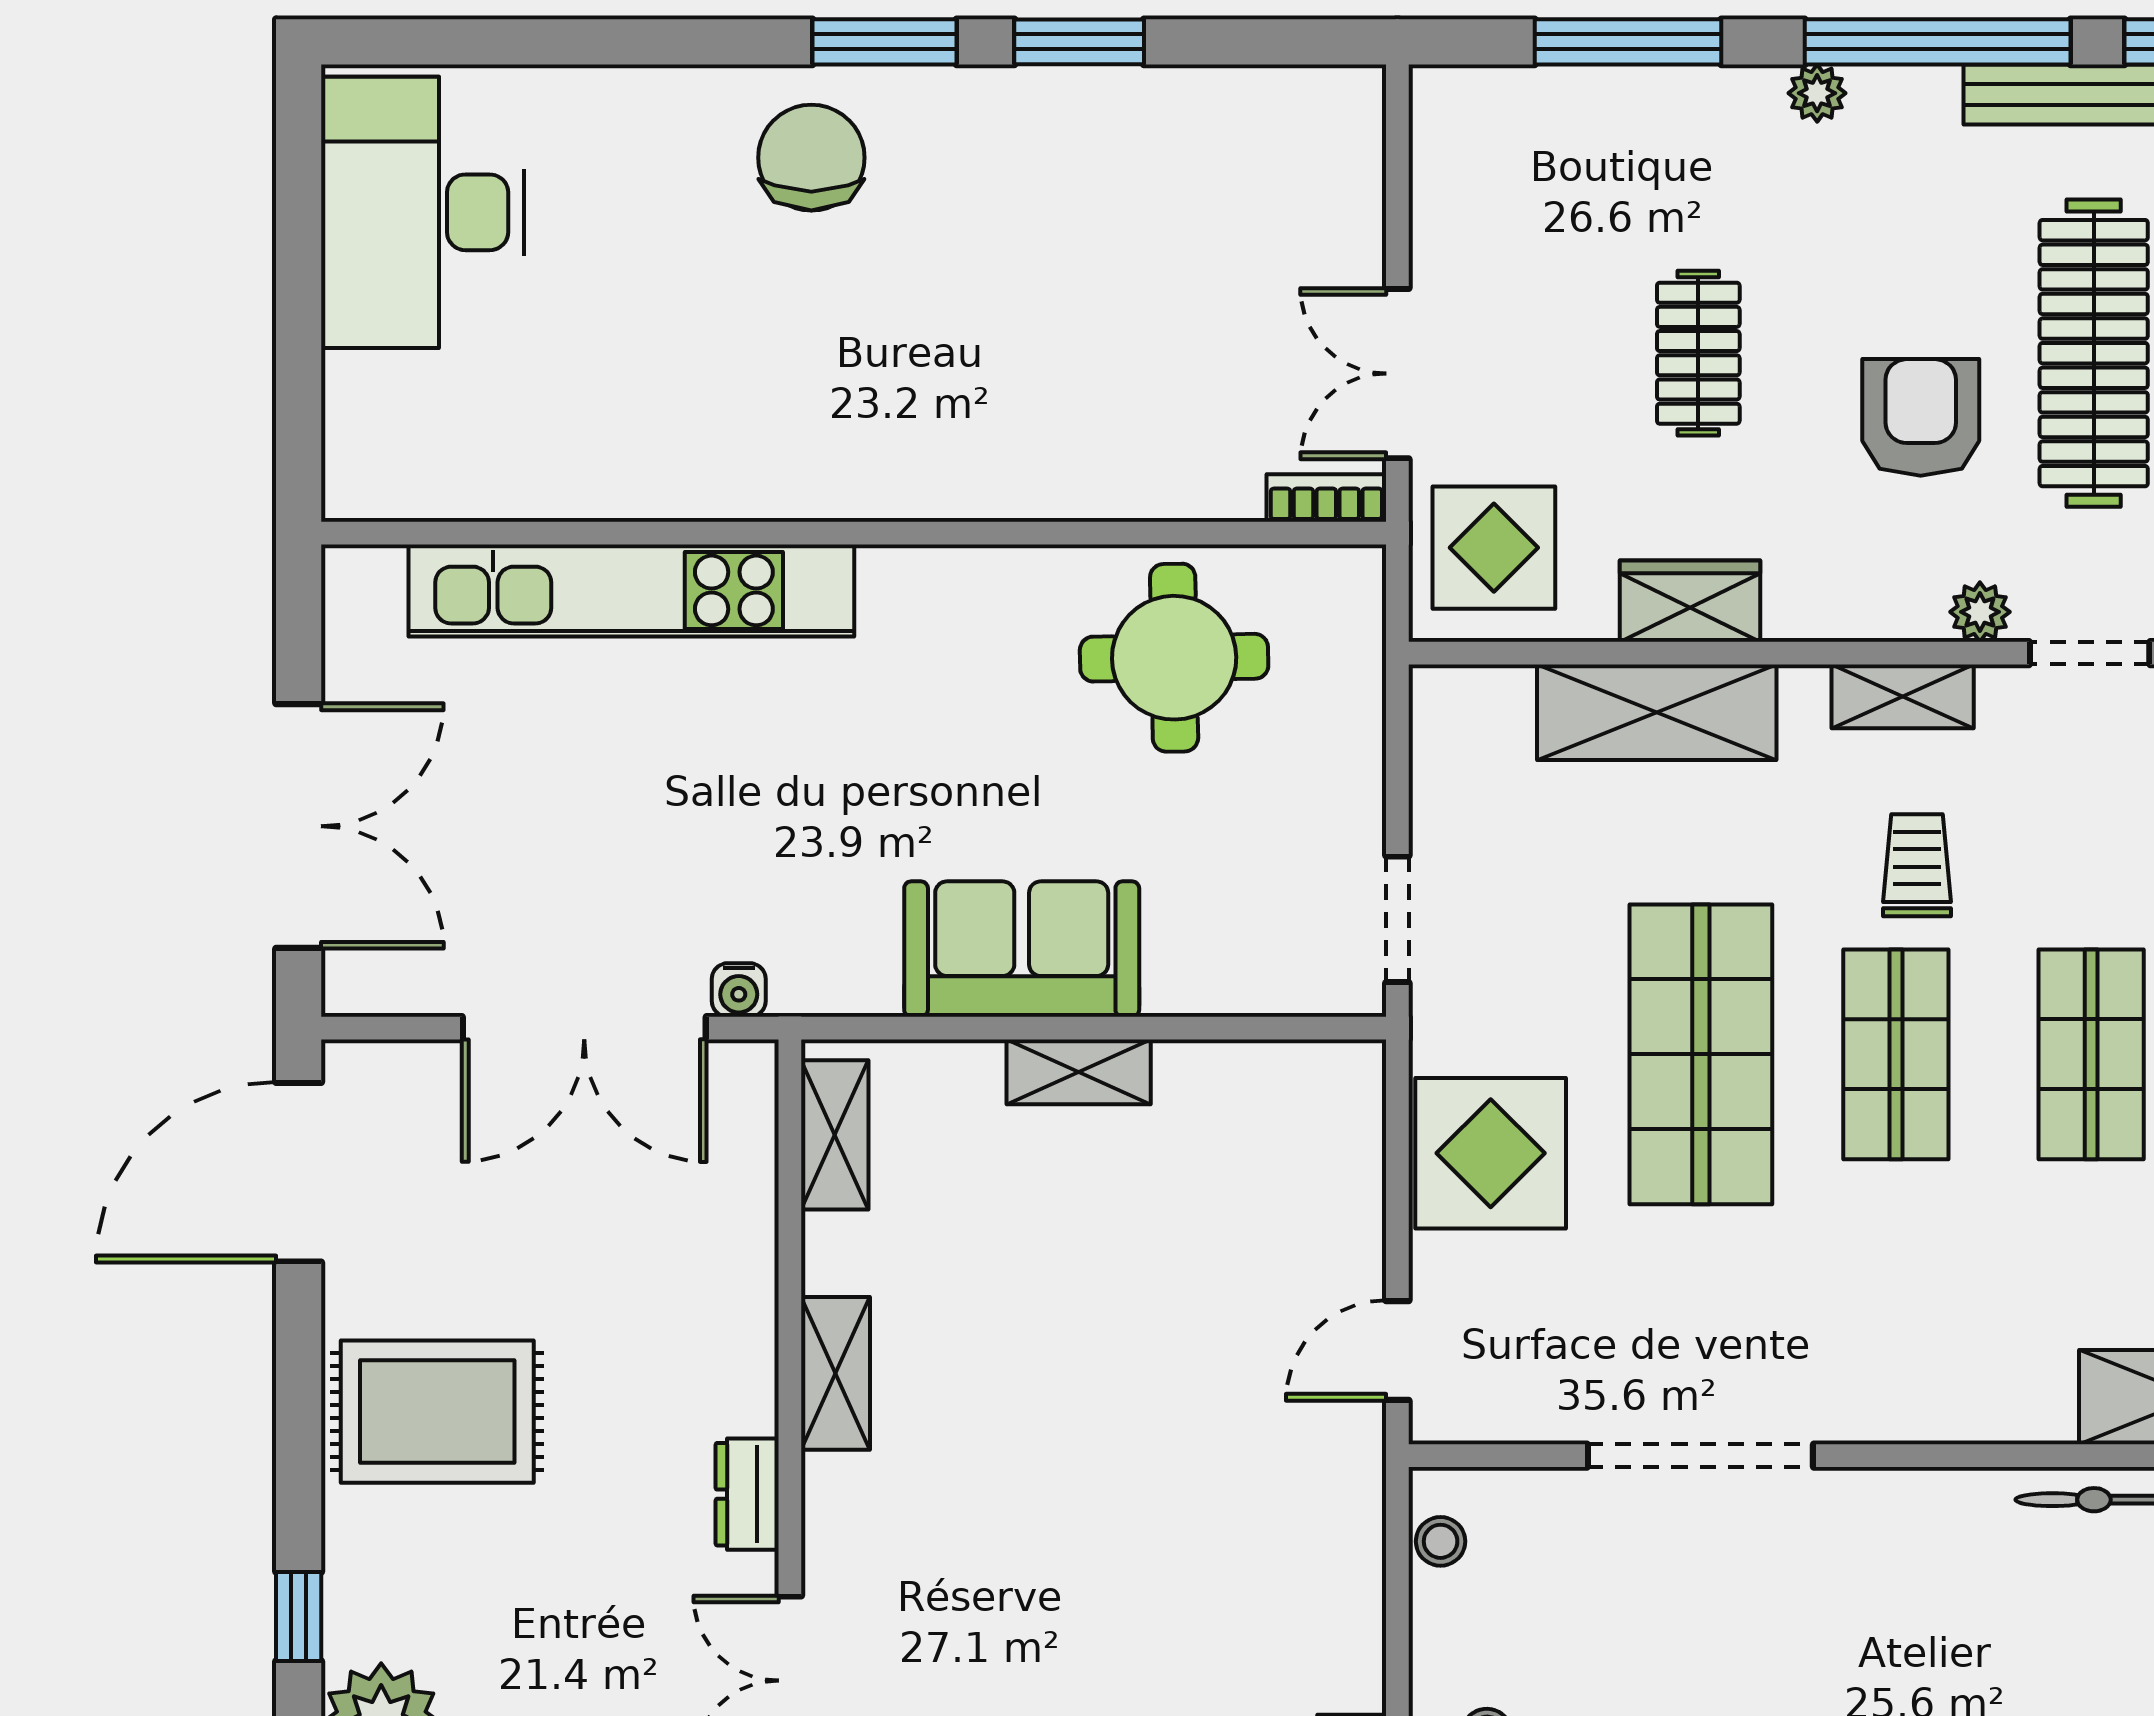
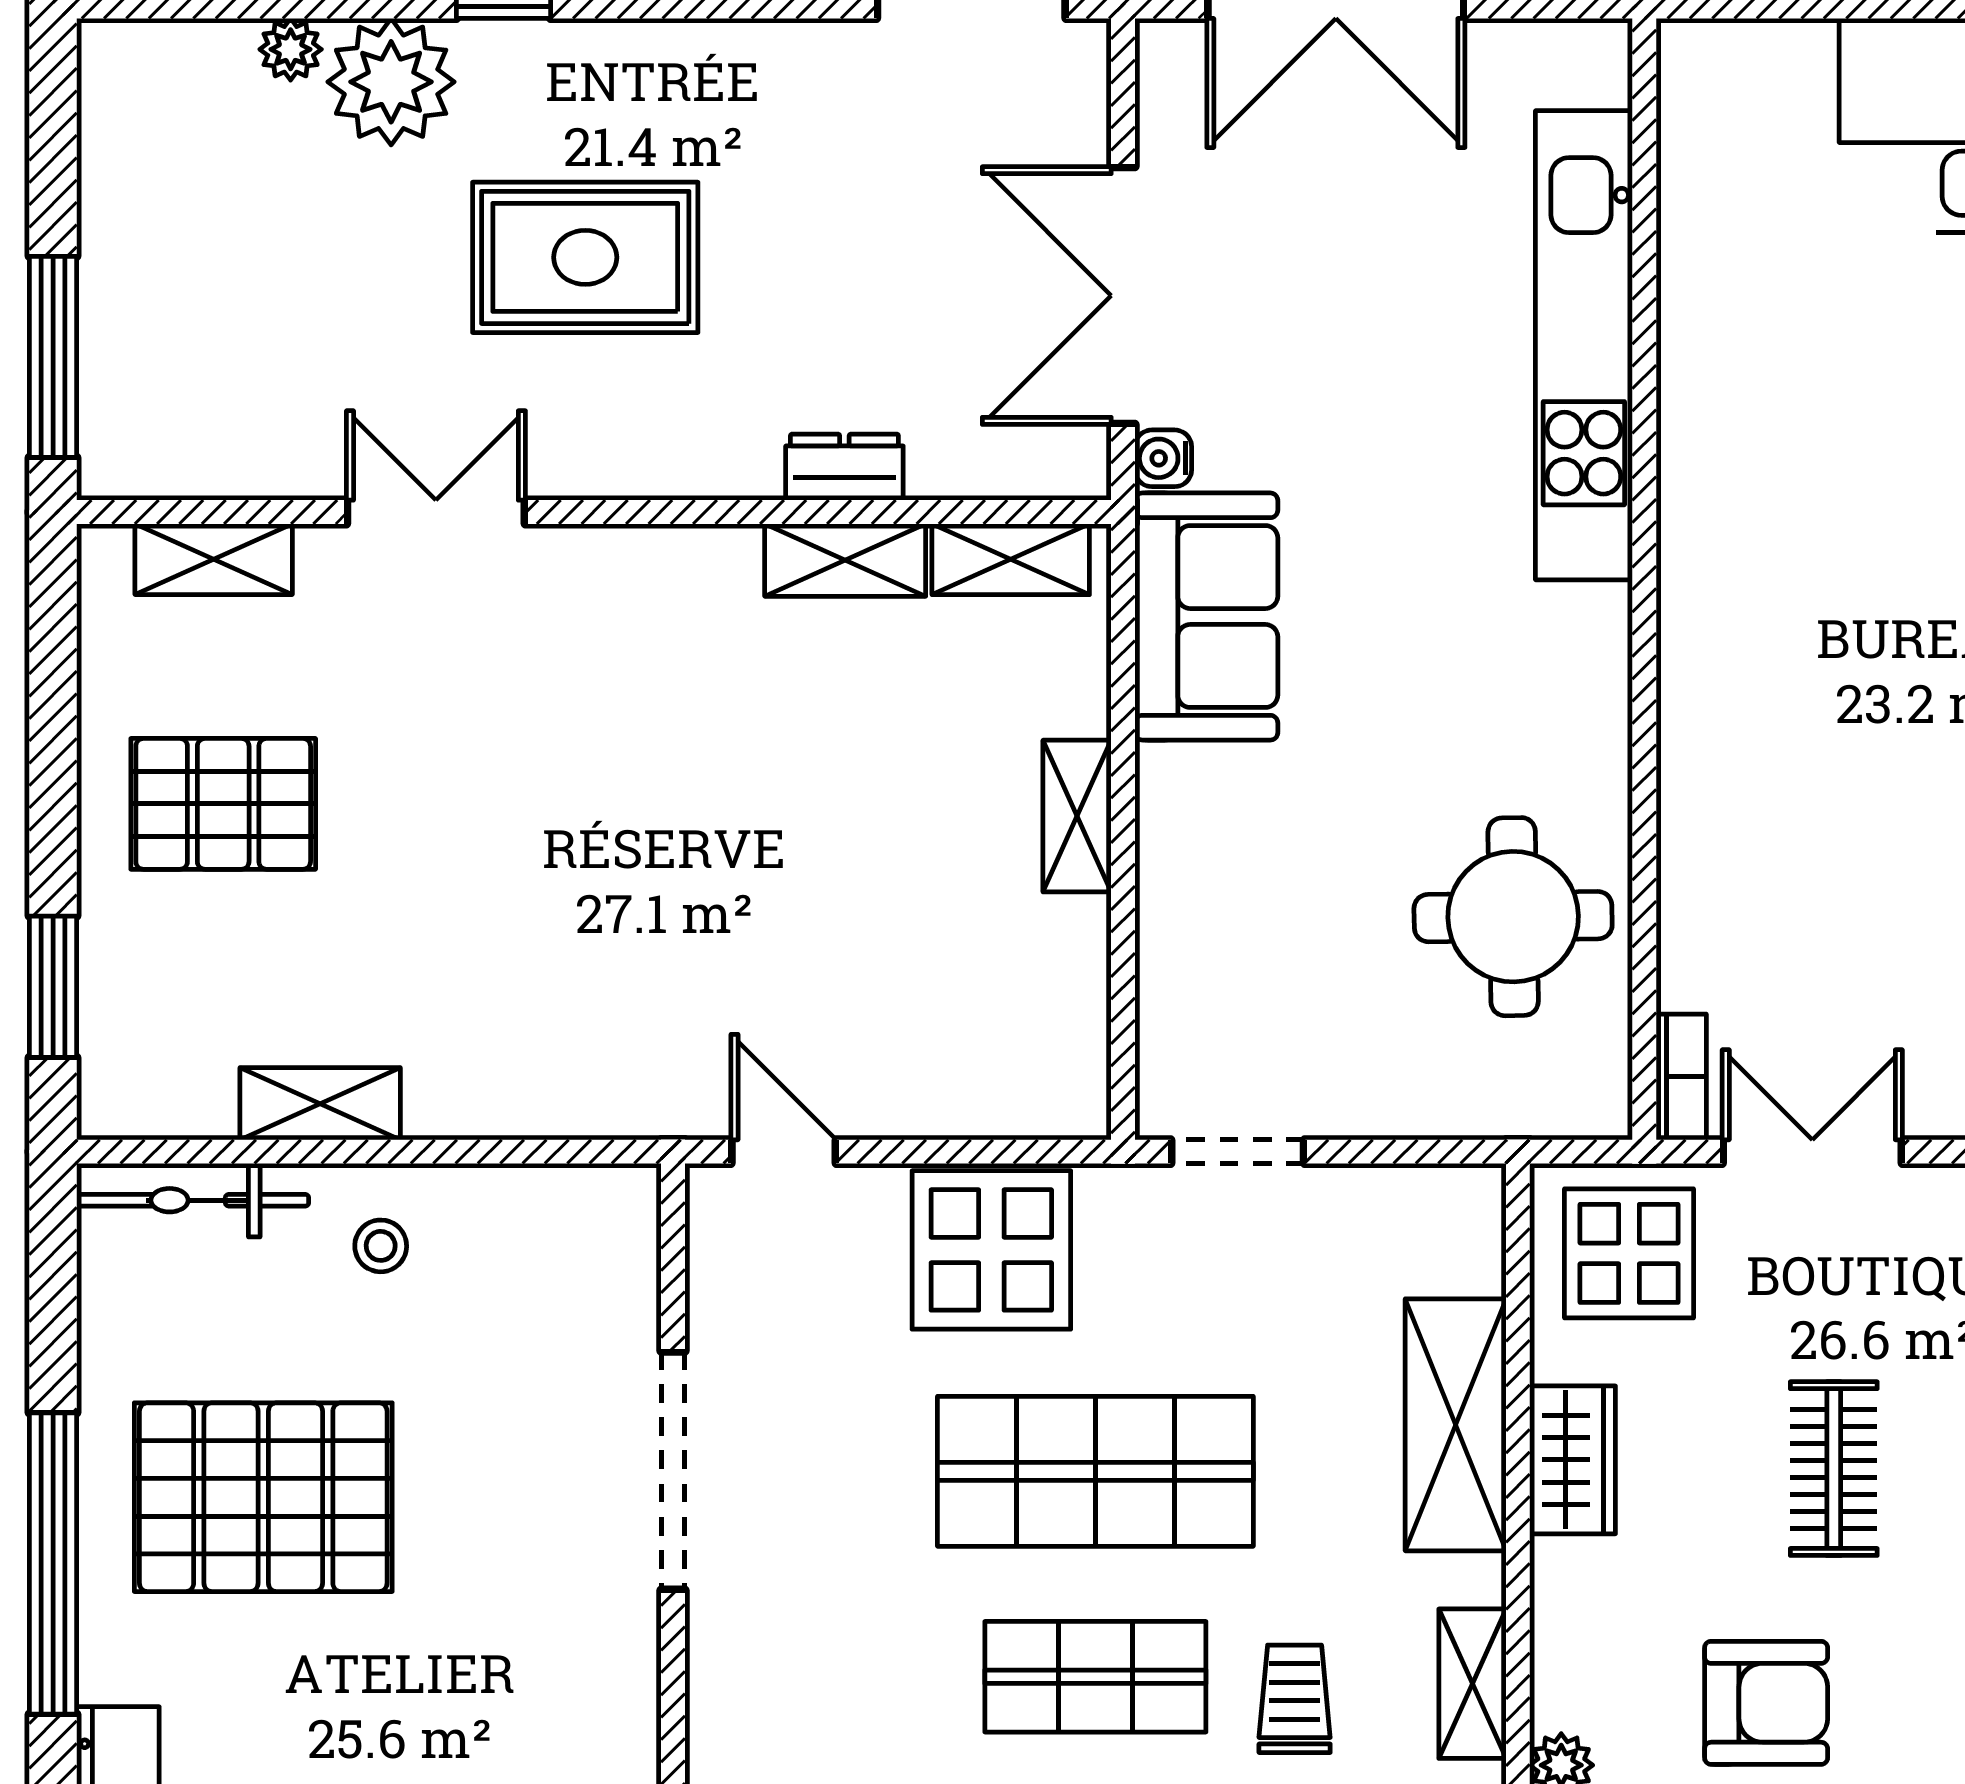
clothes rail: (1698, 353) -> (1834, 1469), turned 90
trolley: (1917, 865) -> (1295, 1699), turned -90
sofa: (1022, 949) -> (1206, 617), moved
shelving: (835, 1373) -> (845, 560), moved
rug: (437, 1412) -> (585, 257), moved, turned 90
dresser: (747, 1494) -> (844, 467), moved
stool: (1441, 1541) -> (583, 1197), removed

